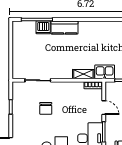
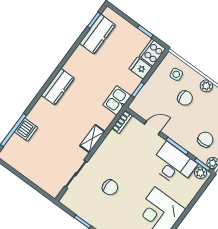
kitchen counter: (64, 28) -> (58, 87), moved
shelving: (83, 74) -> (92, 139), moved

